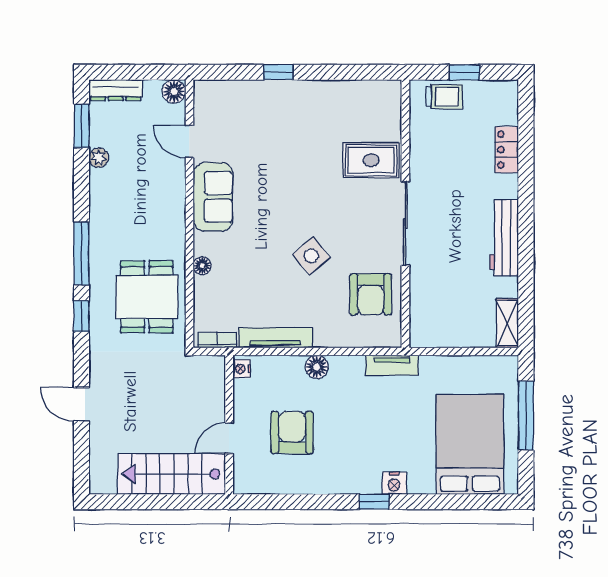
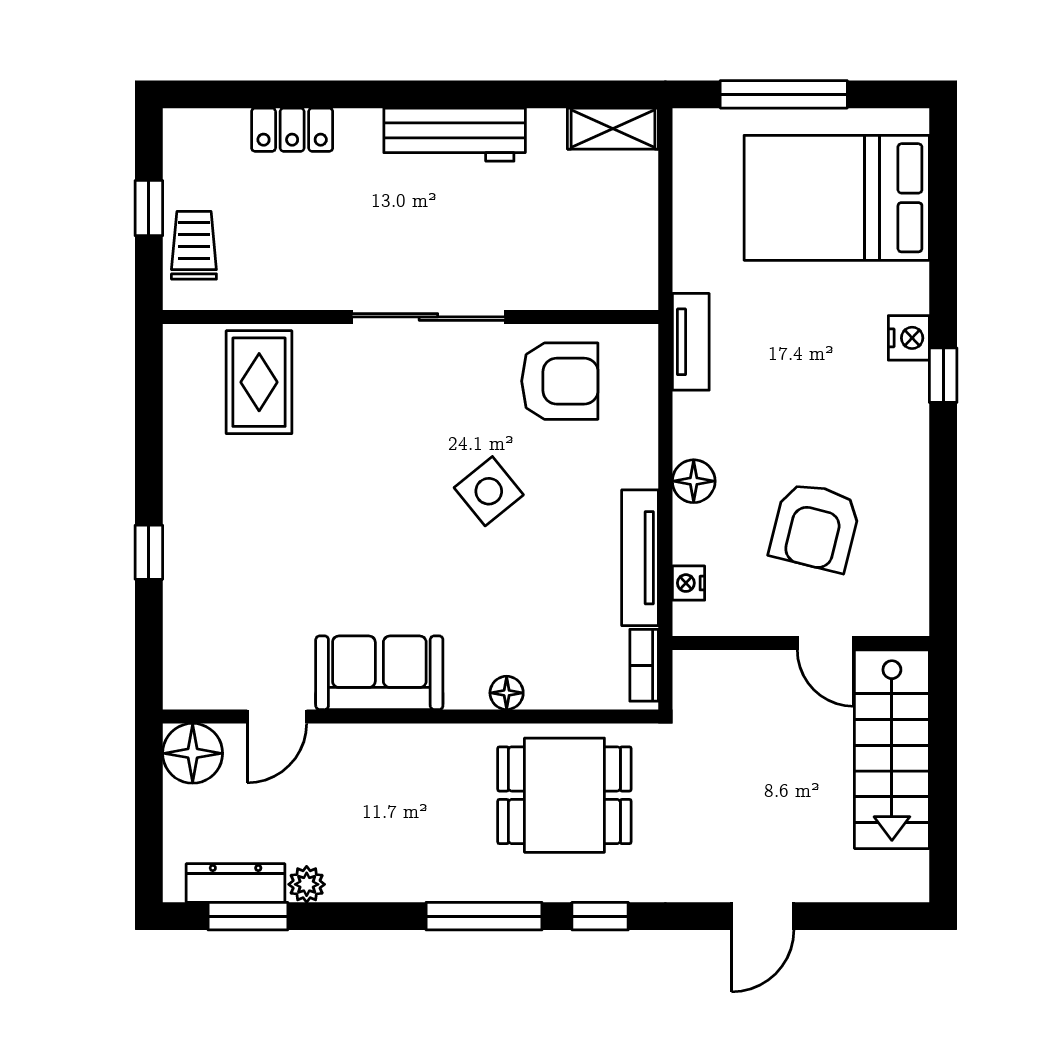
dresser: (116, 90) -> (236, 883), moved, turned -90
floor lamp: (174, 91) -> (193, 753), width x1.38, depth x1.38
rug: (371, 160) -> (259, 382), moved
nightstand: (242, 369) -> (688, 583), moved, turned 90
armchair: (292, 432) -> (815, 527), turned -76

